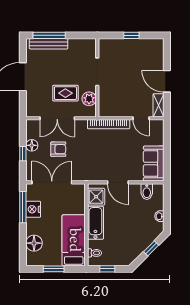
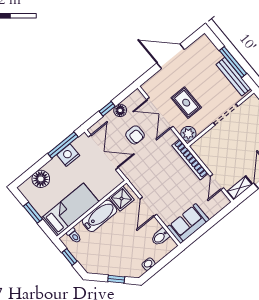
window: (49, 35) -> (233, 62), moved
bench: (49, 44) -> (233, 77), moved
plant: (89, 99) -> (188, 134), moved

